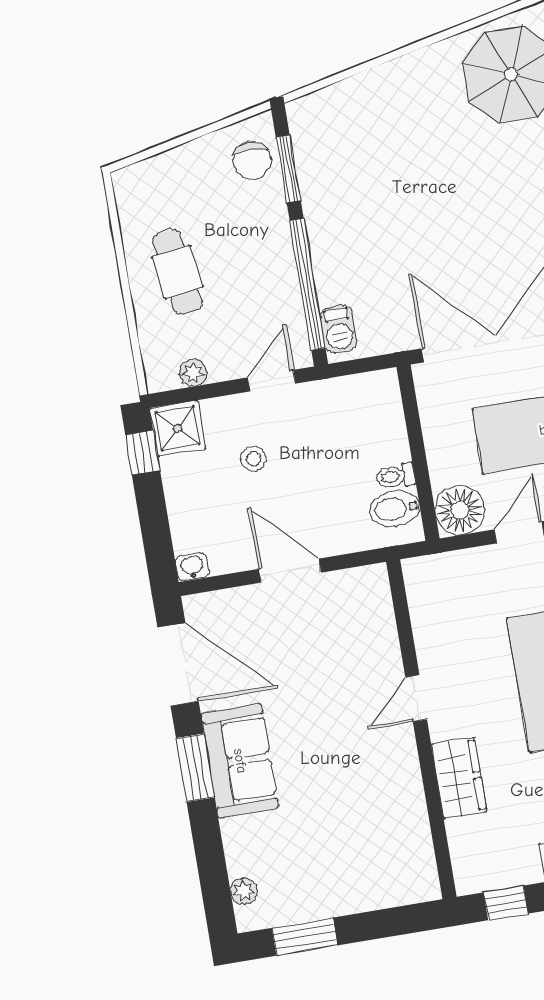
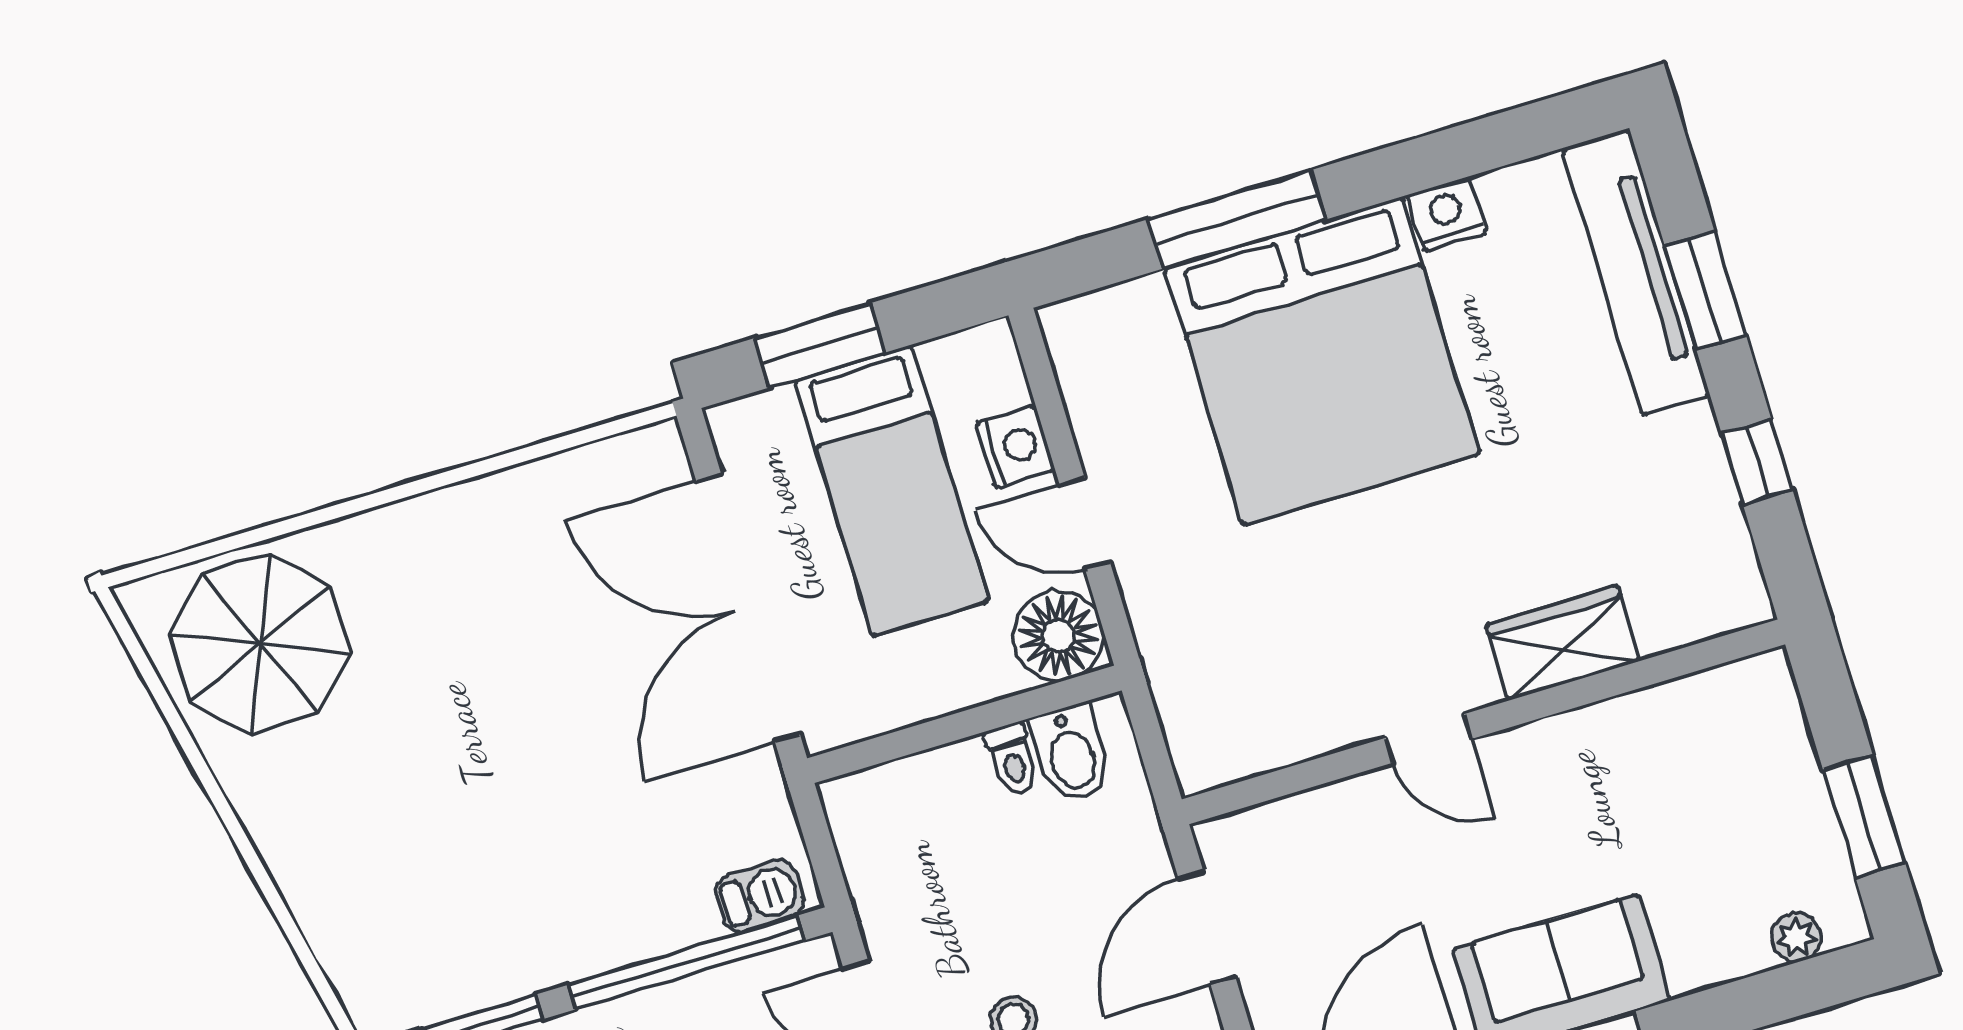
door: (416, 698) -> (1429, 738), moved
wall: (421, 729) -> (1483, 722), moved
wardrobe: (459, 778) -> (1563, 643), moved

